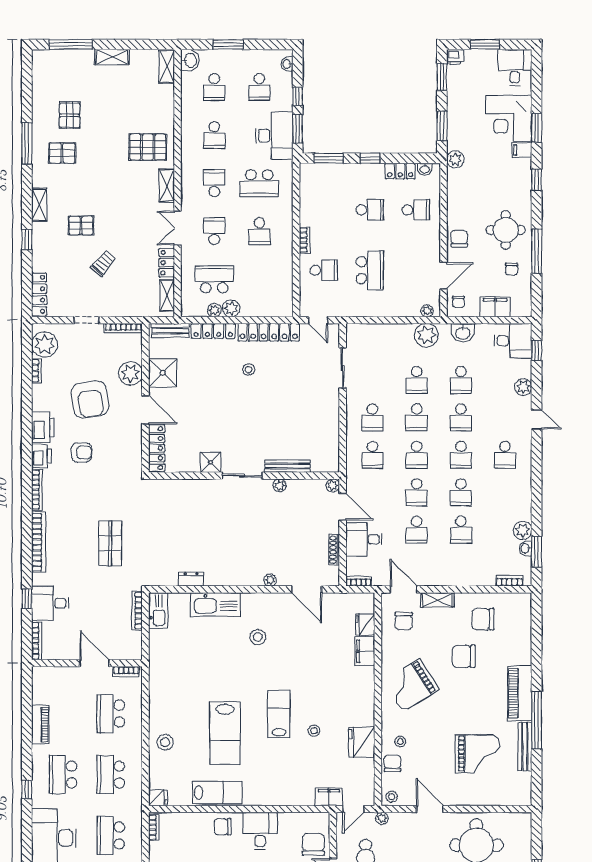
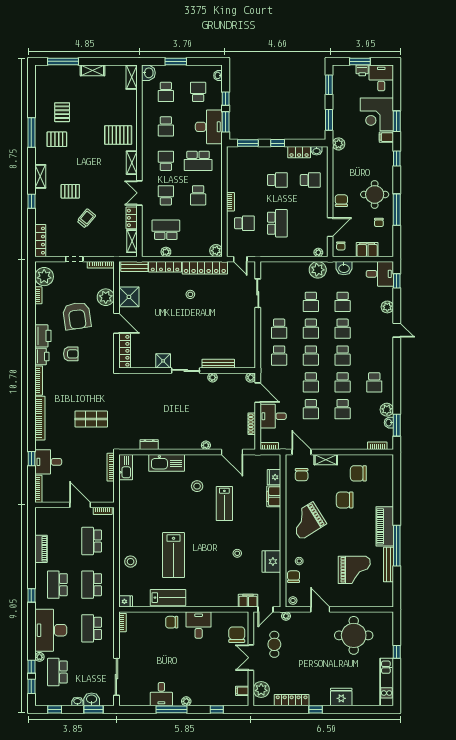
printer: (455, 57) -> (362, 70), moved
school desk: (259, 87) -> (198, 92), turned 180
plant: (231, 308) -> (216, 251), moved
school desk: (505, 455) -> (374, 382), moved
shop shelf: (110, 543) -> (91, 419), turned 90
lab bench: (279, 714) -> (224, 504), moved, turned 180

